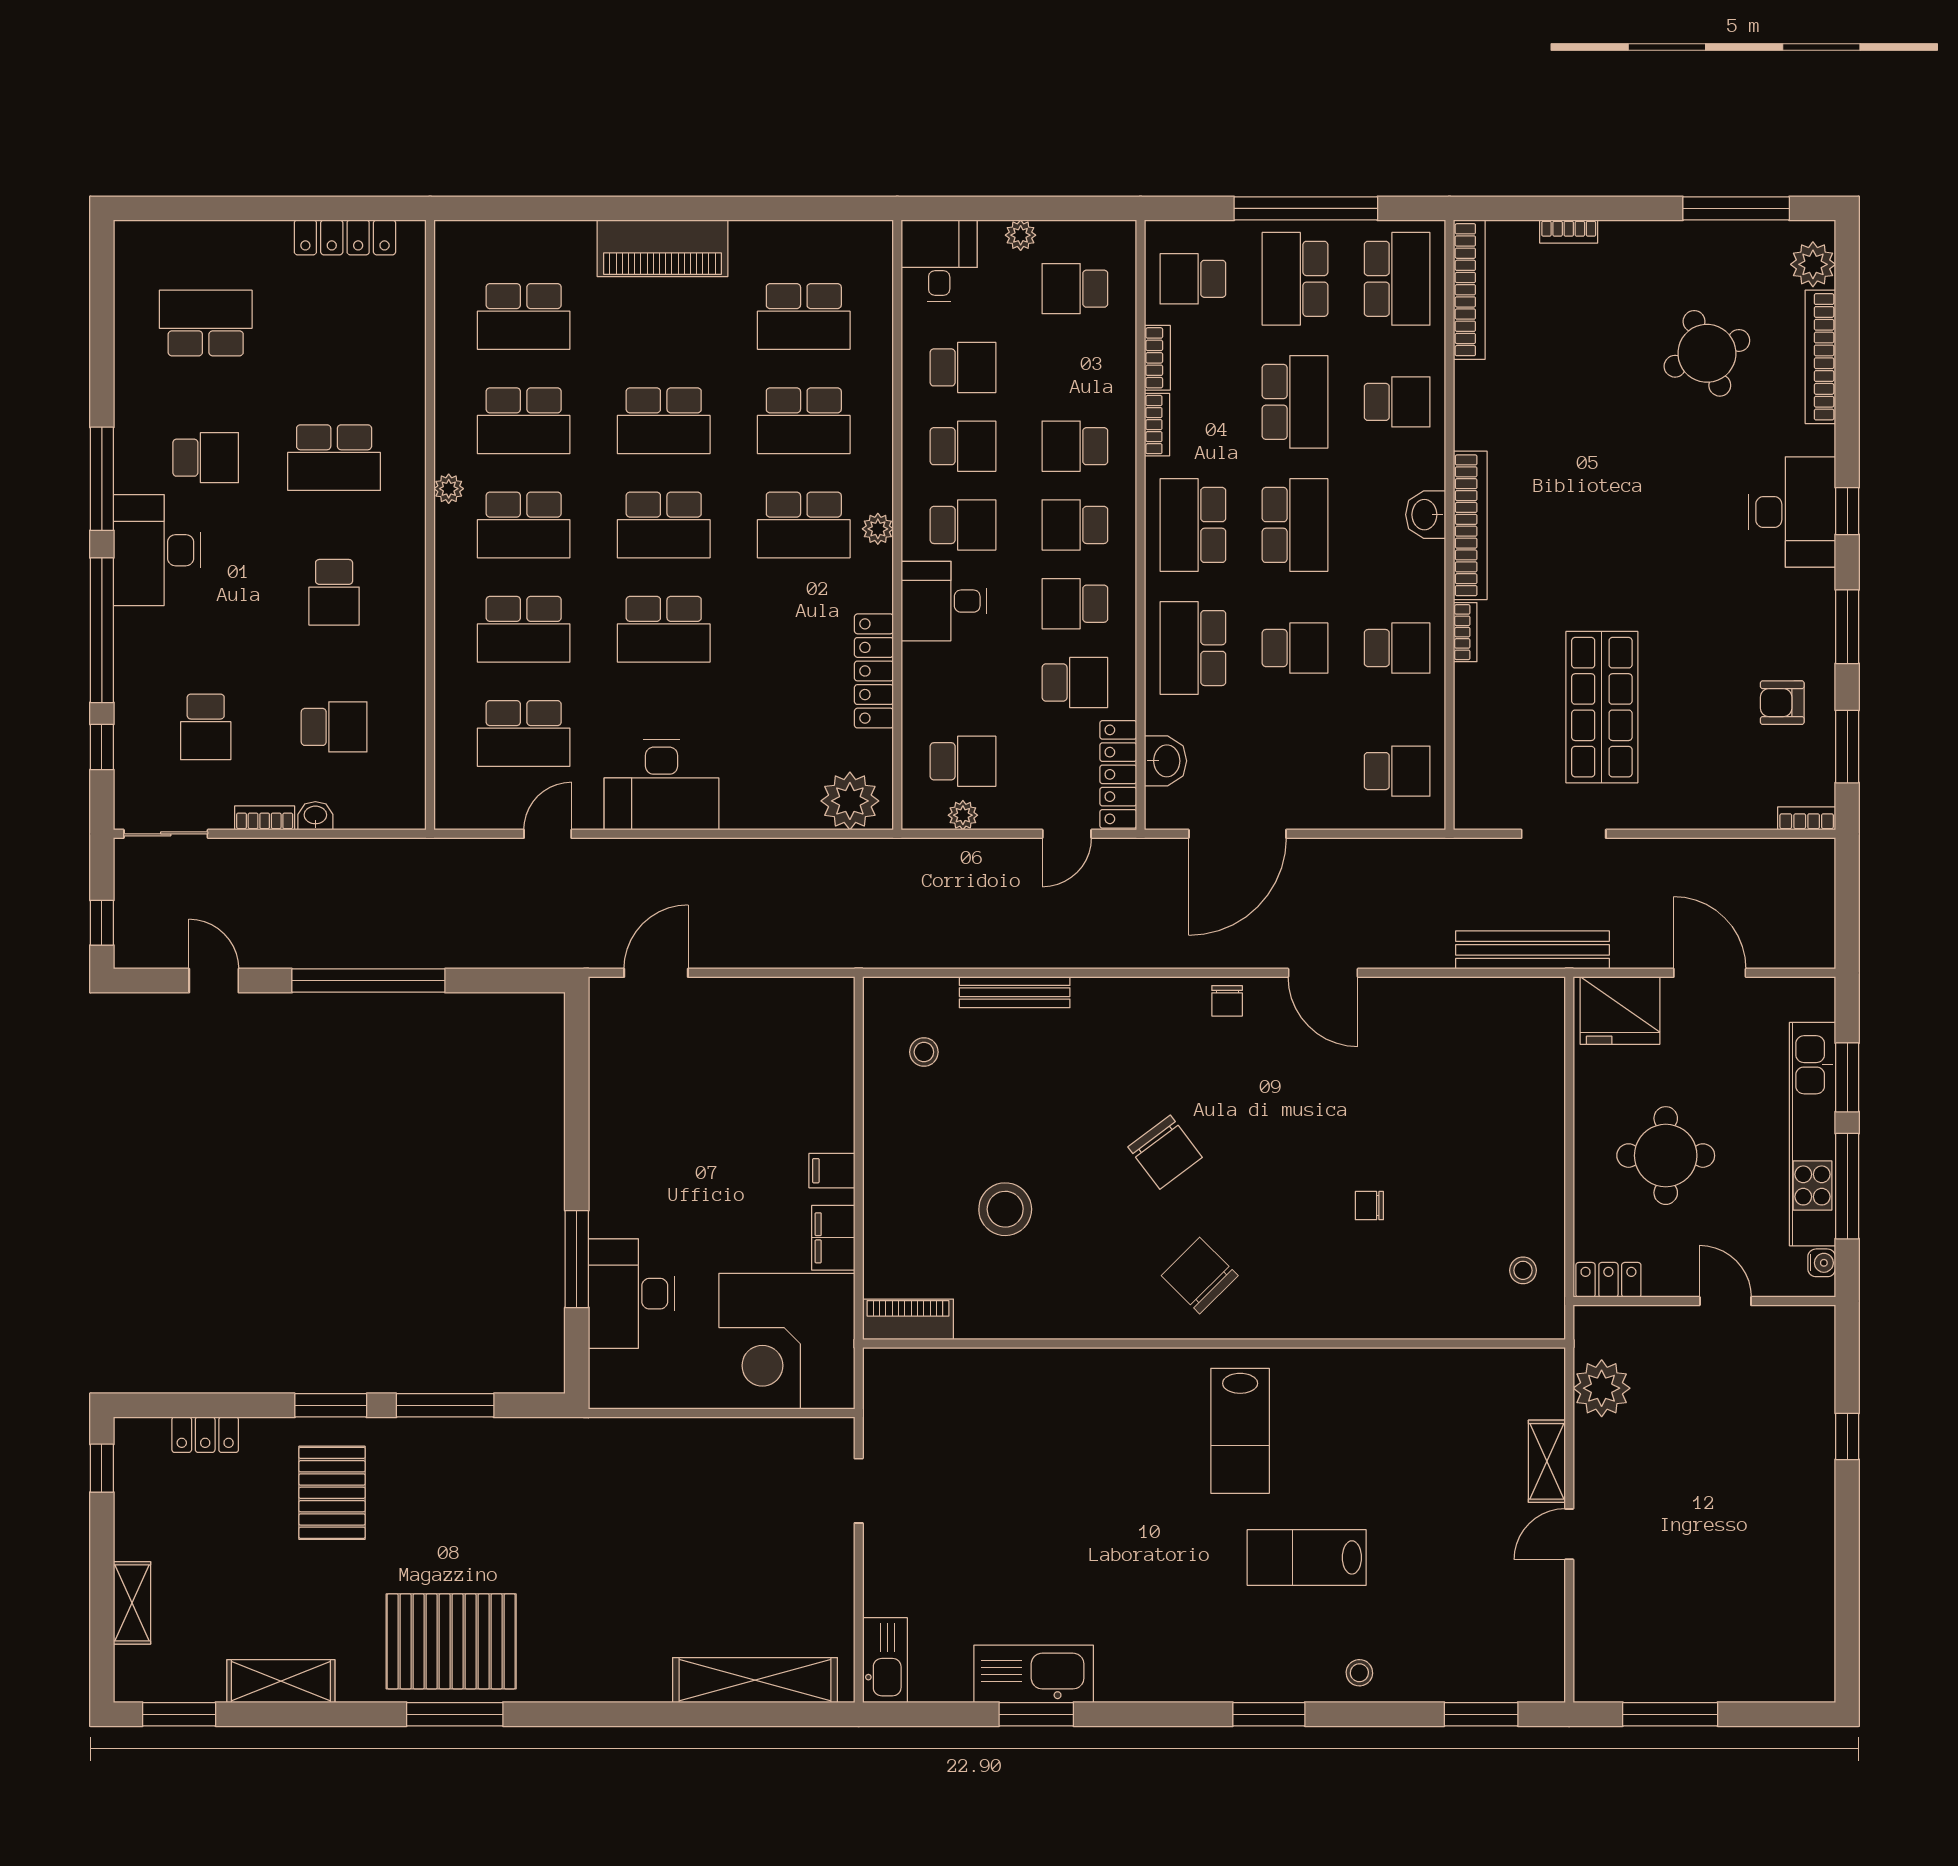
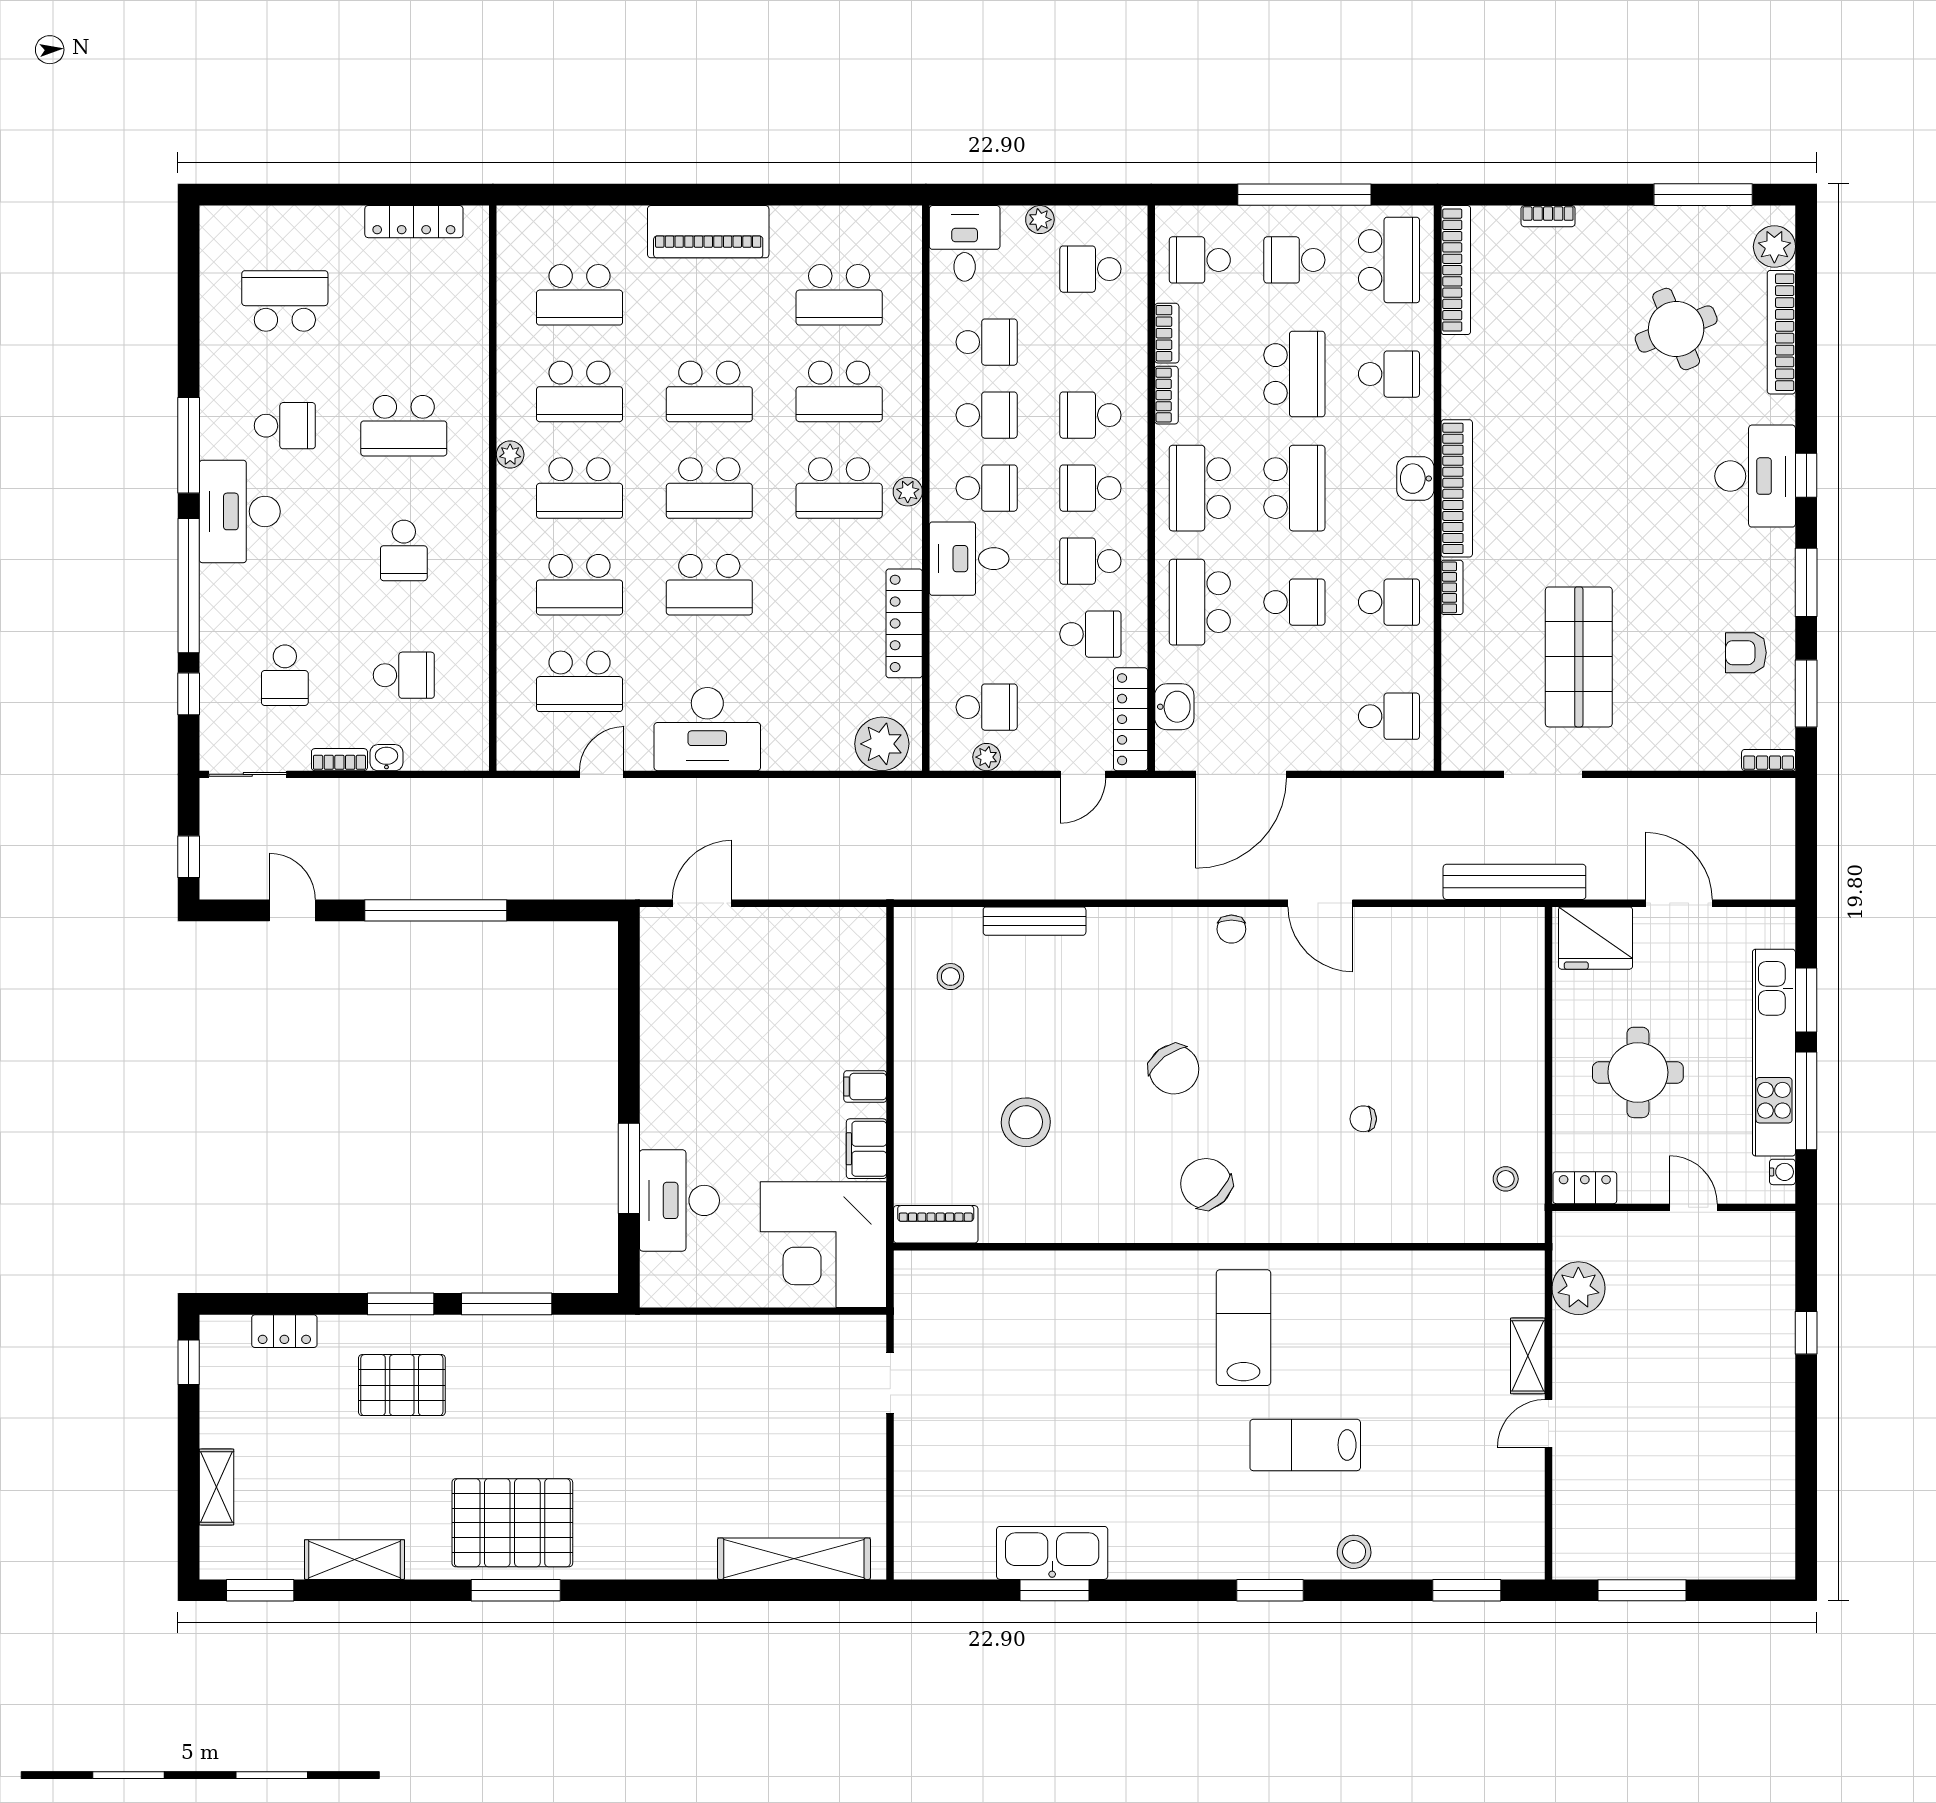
school desk: (1295, 279) -> (1294, 260), width x0.54
lab bench: (1240, 1431) -> (1243, 1328), turned 180
pallet: (332, 1493) -> (402, 1385), turned 90
kitchen sink: (885, 1660) -> (914, 1540), removed
stool: (1359, 1673) -> (1354, 1552), width x1.37, depth x1.37

